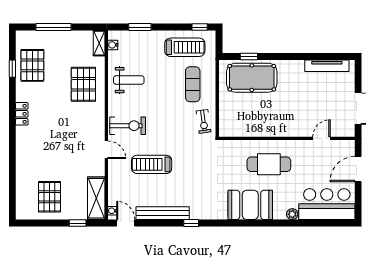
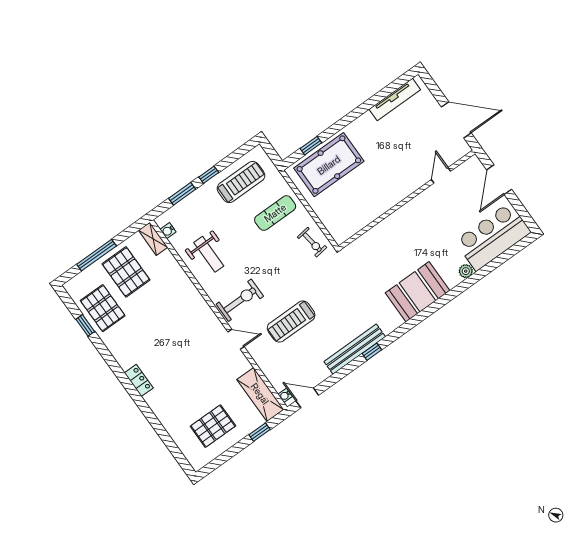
window: (200, 27) -> (209, 175), moved
weight bench: (129, 80) -> (209, 254), turned 90
pallet: (83, 84) -> (126, 272), moved
exercise mat: (193, 84) -> (275, 213), turned 90
locker: (22, 114) -> (139, 380), moved
cafe table: (269, 164) -> (407, 238), removed
pallet: (49, 197) -> (213, 426), turned 90
bench: (163, 213) -> (355, 349), moved

